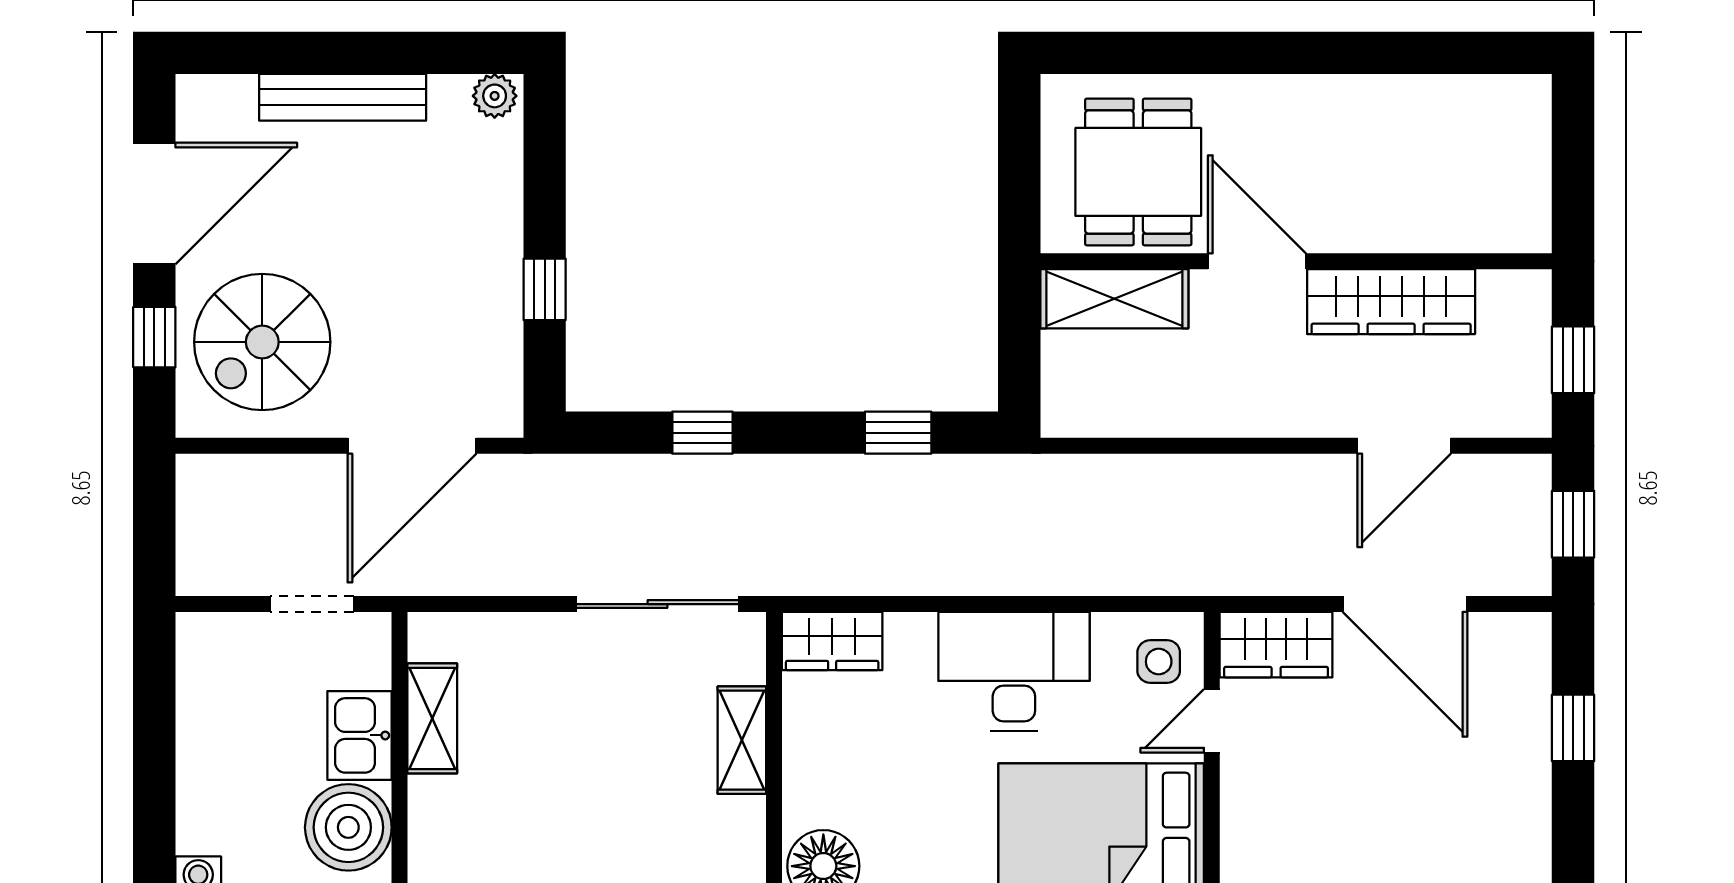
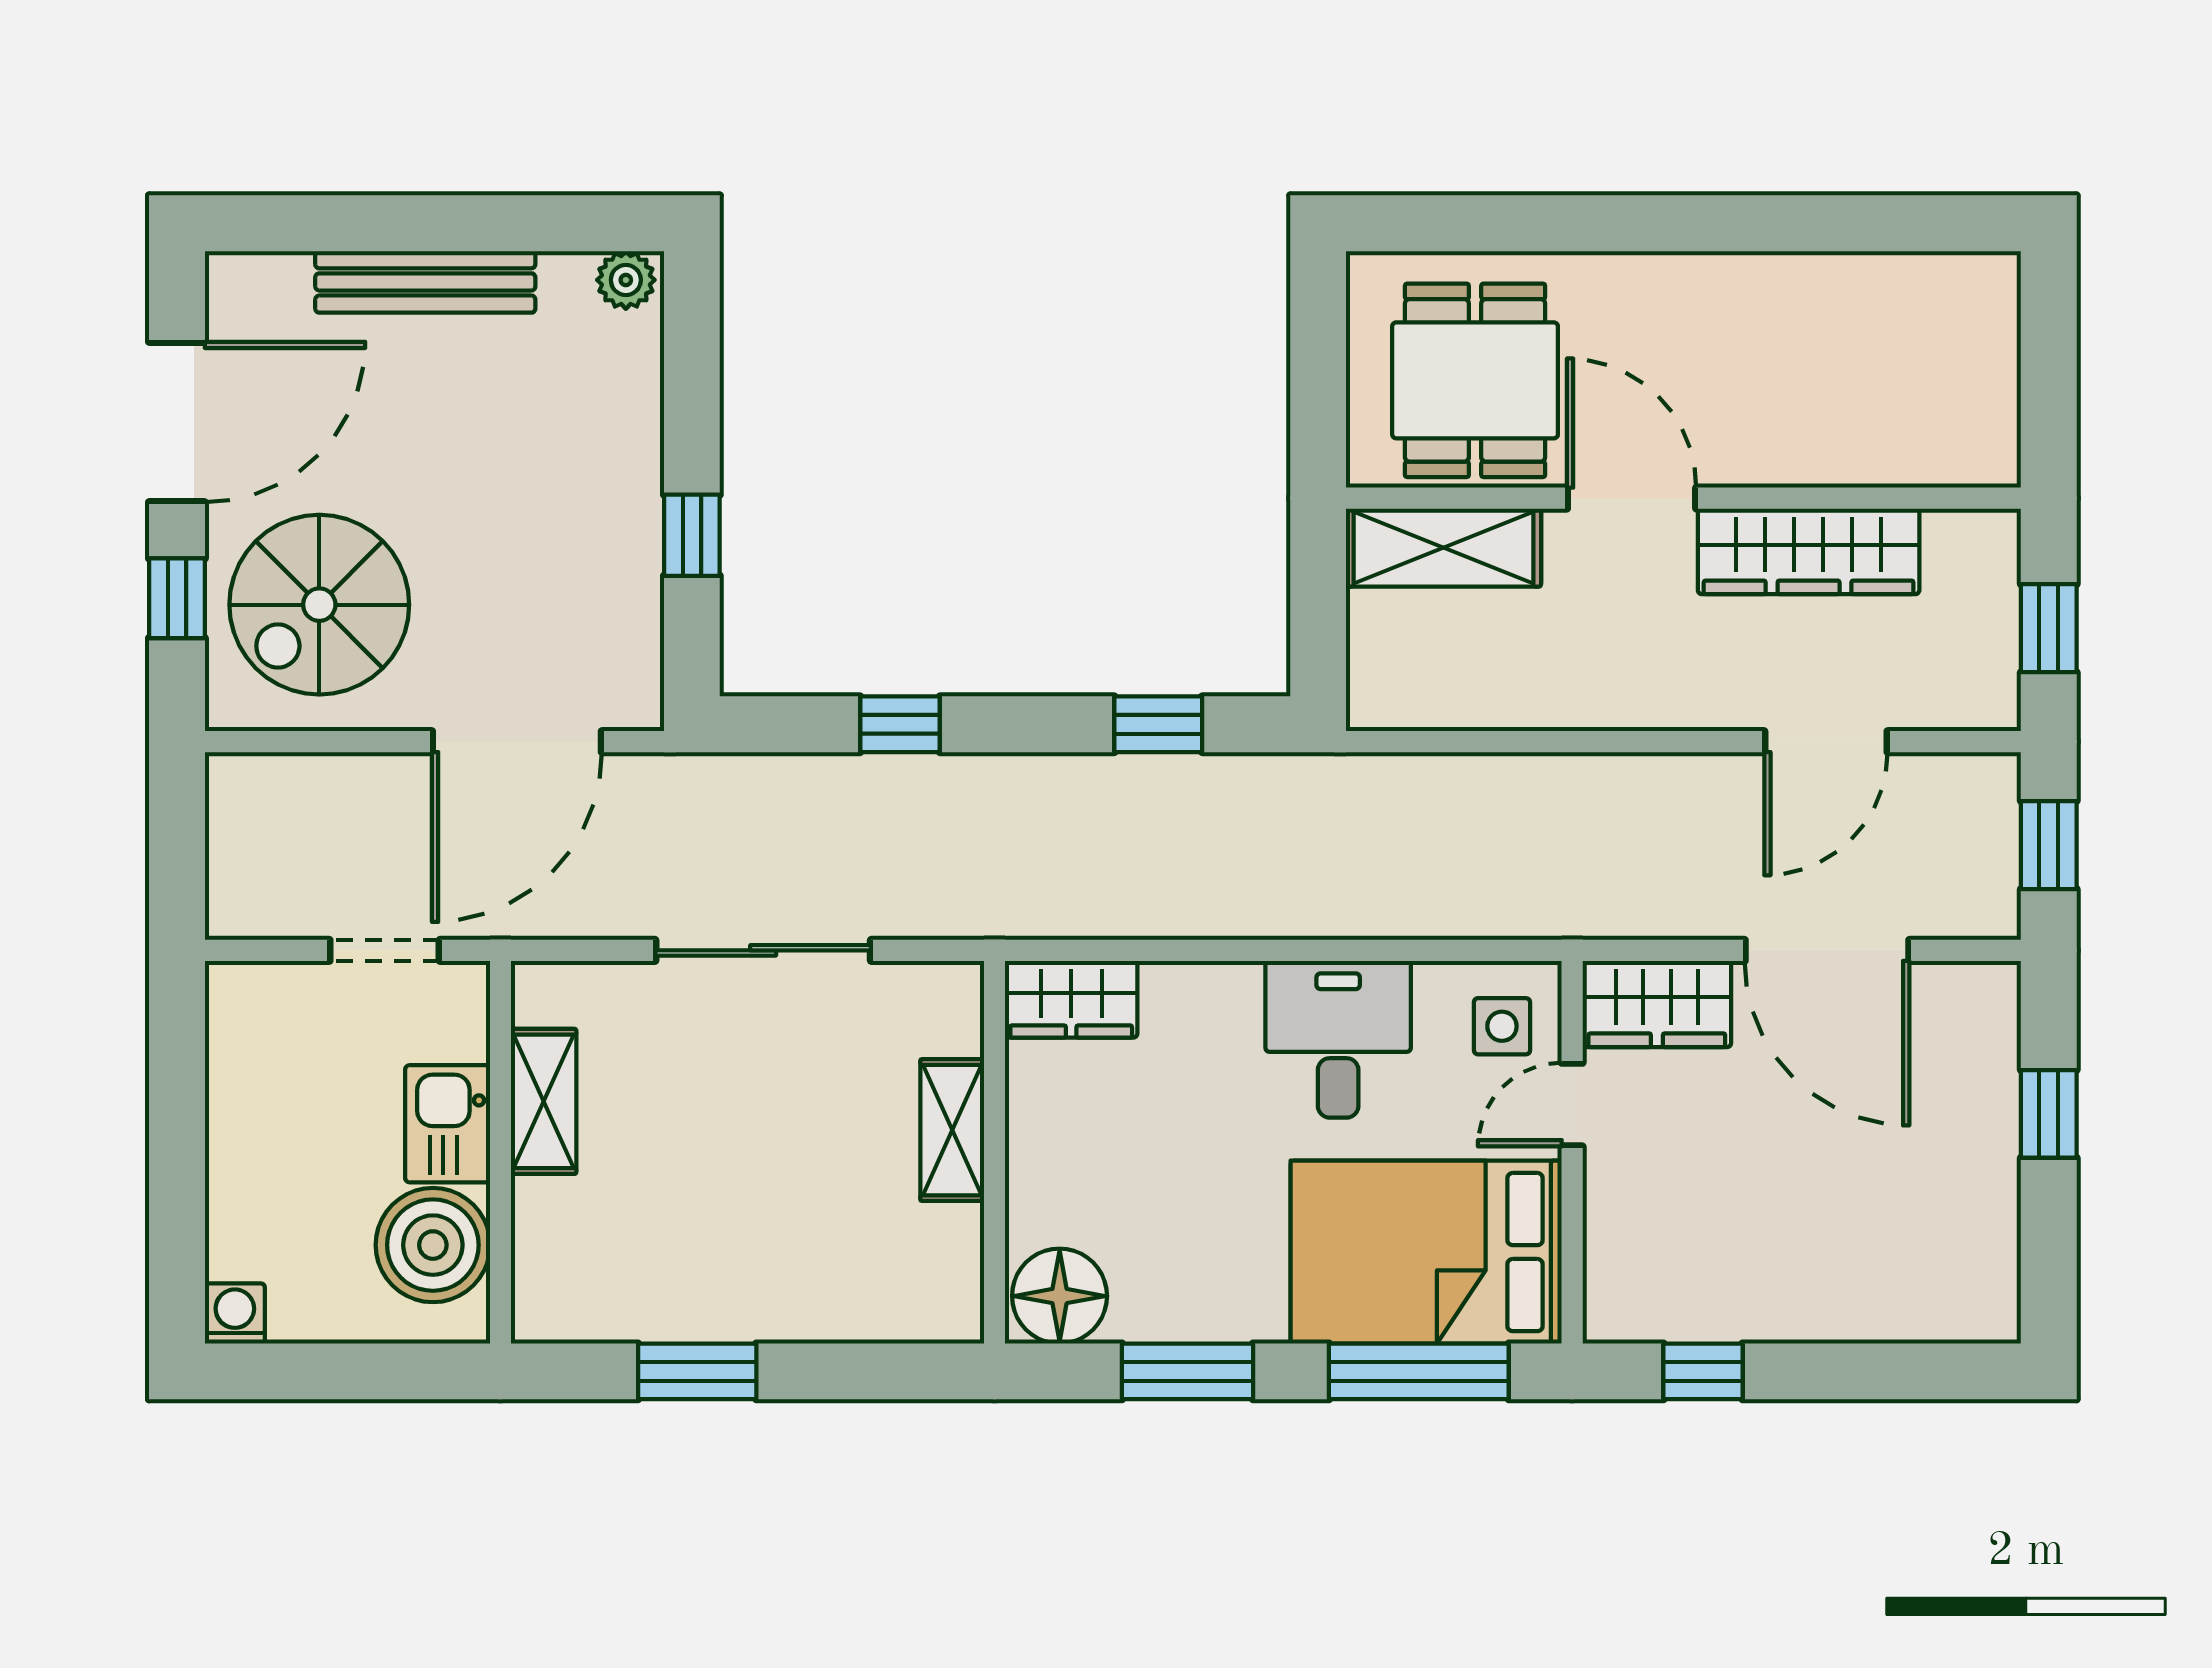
sliding door: (657, 604) -> (763, 950), moved
desk: (1014, 671) -> (1338, 1039), width x0.73

